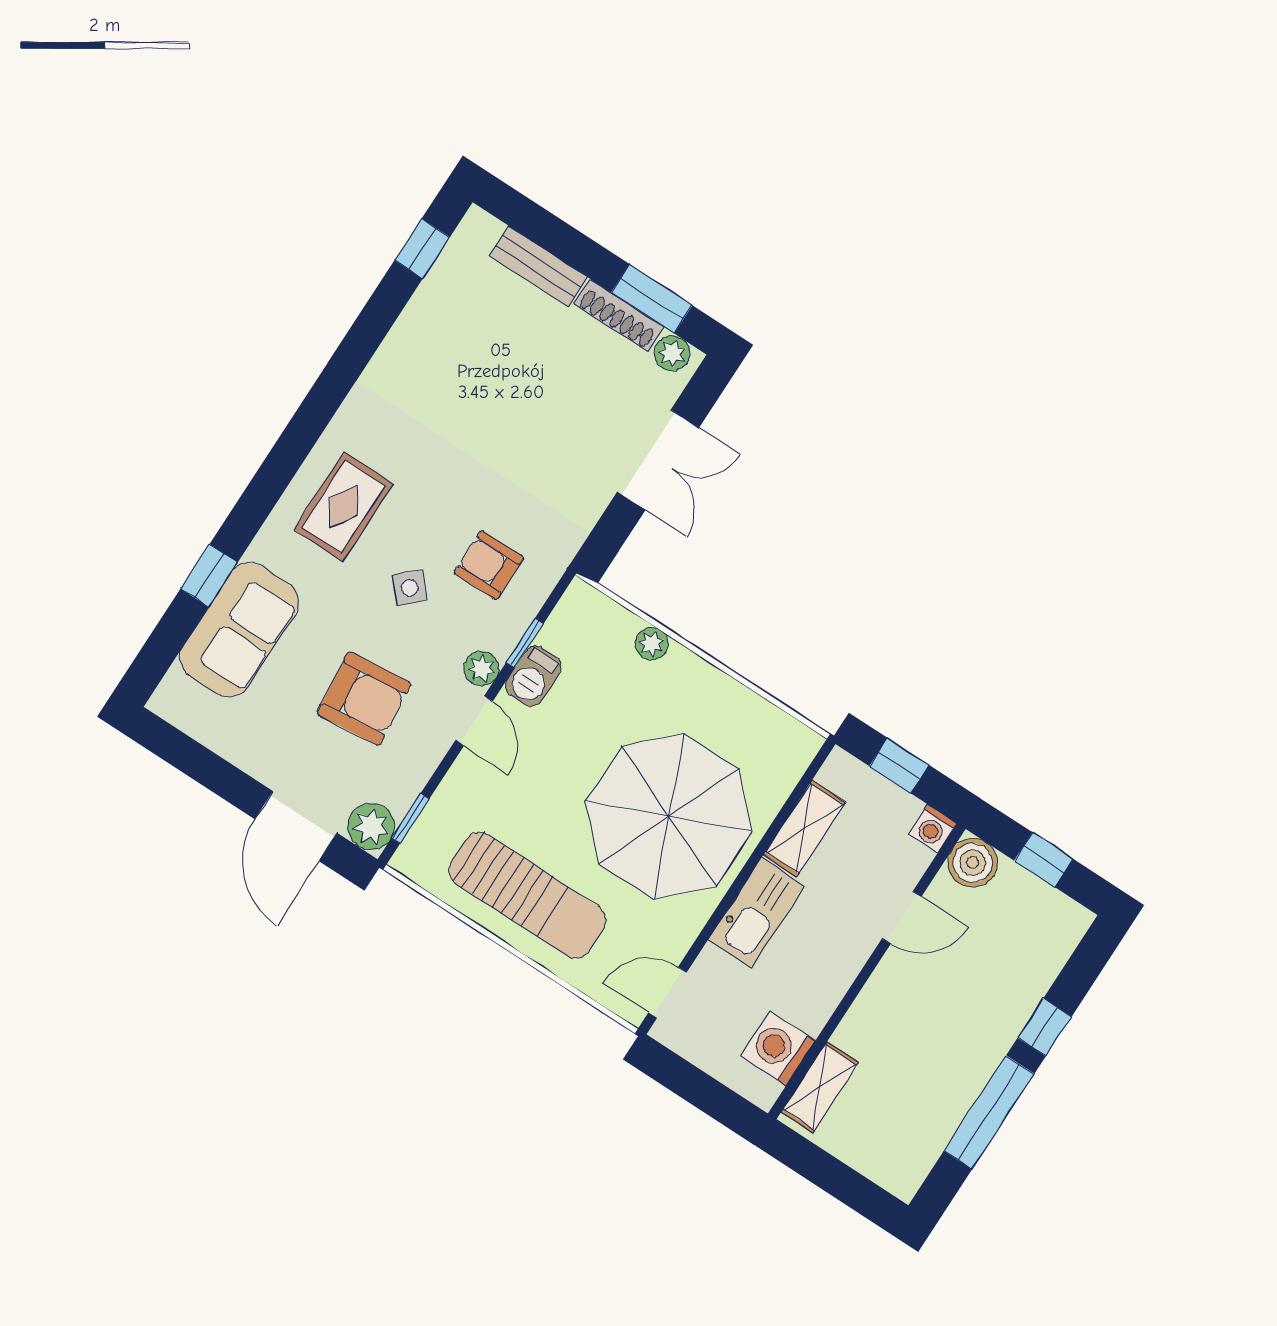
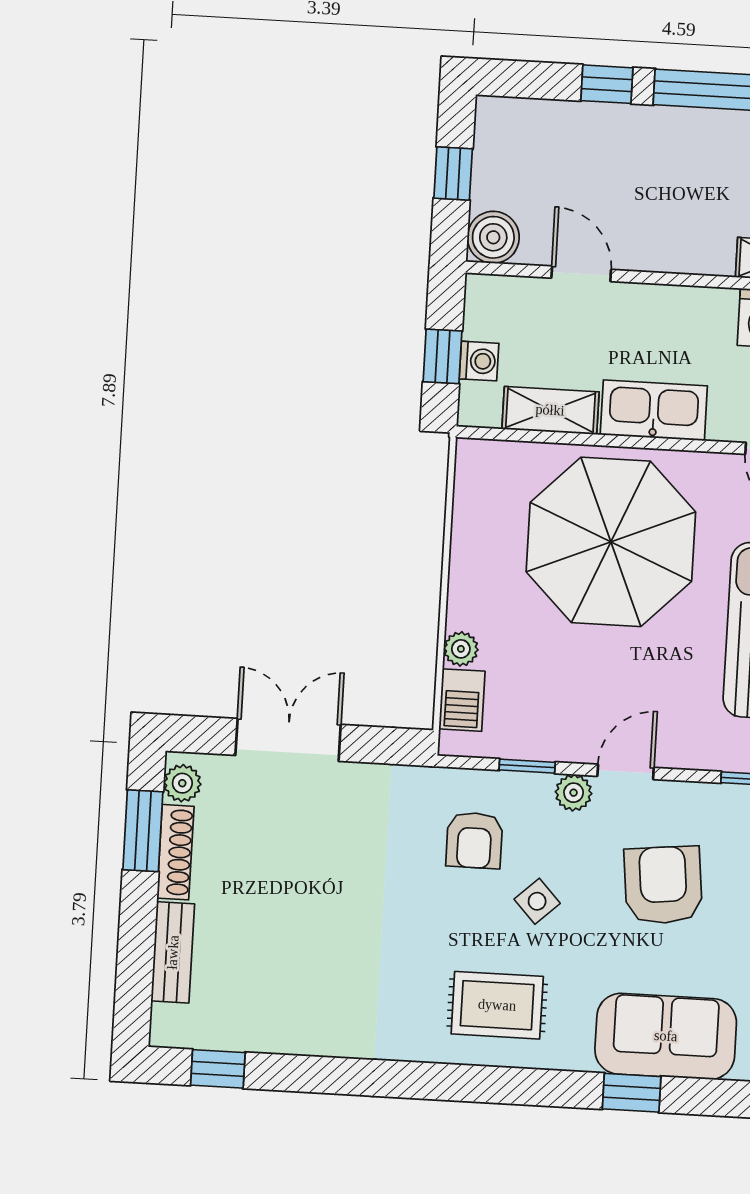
barbecue: (533, 676) -> (462, 700), moved, turned 90
washing machine: (933, 829) -> (479, 361), moved

